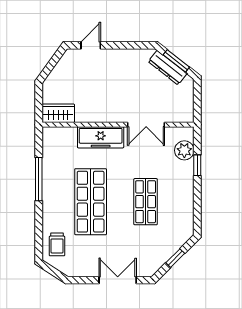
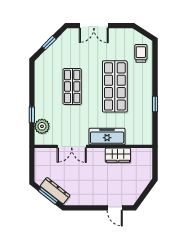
door: (91, 45) -> (115, 208), hinge flipped
wardrobe: (58, 113) -> (118, 155), moved
double door: (146, 125) -> (72, 146), swing flipped
window: (39, 179) -> (155, 104), width x0.46

